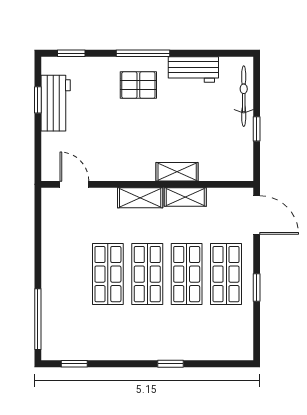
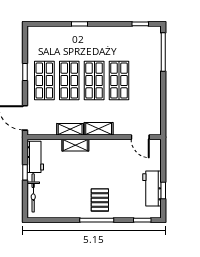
workbench: (193, 69) -> (35, 157), moved, turned 90
pallet: (138, 85) -> (100, 200), turned 90

